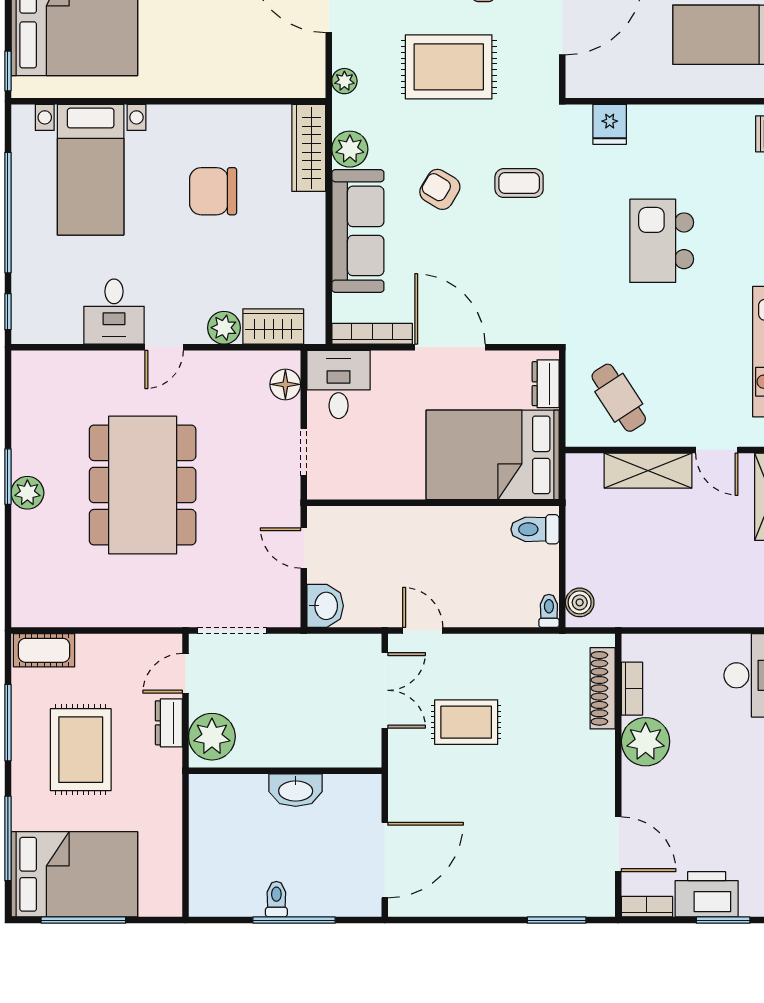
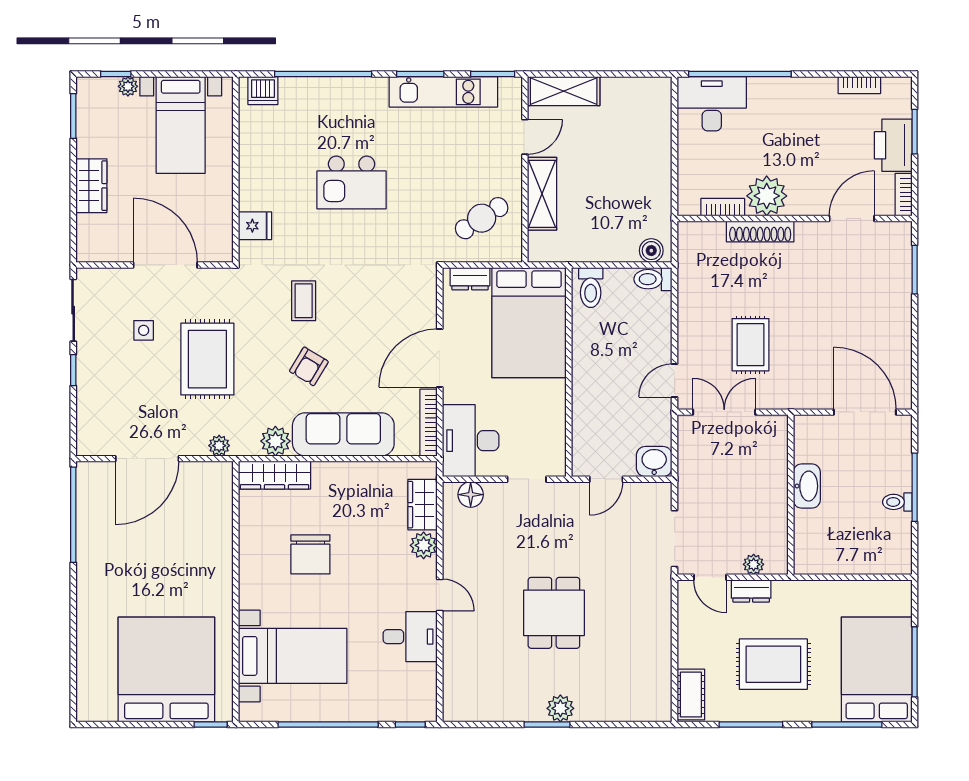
desk: (339, 384) -> (471, 441), width x1.37
dining table: (143, 485) -> (554, 613), width x0.53, depth x0.80
toilet: (549, 611) -> (653, 279), width x1.37, depth x1.39
shoe rack: (603, 688) -> (760, 232), moved
plant: (212, 737) -> (754, 564), width x0.53, depth x0.53

